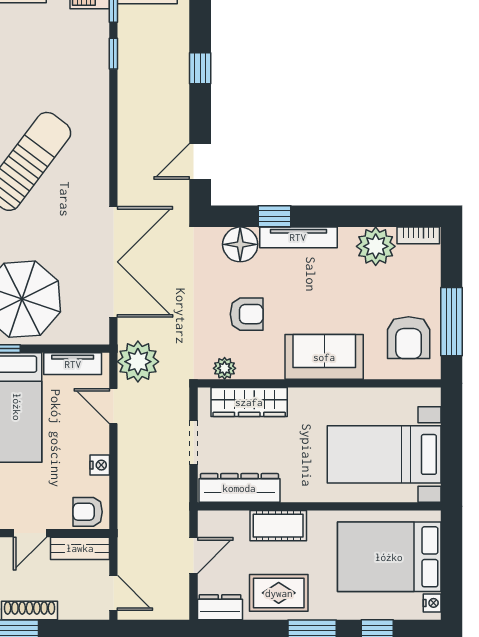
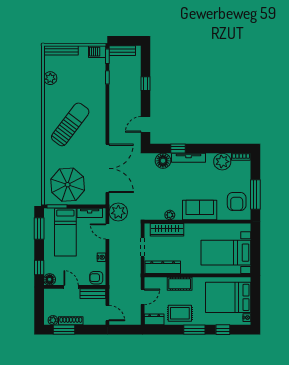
armchair: (247, 314) -> (166, 191), removed
plant: (225, 368) -> (170, 215), moved
door: (30, 533) -> (71, 287), swing flipped

